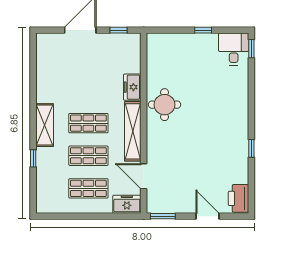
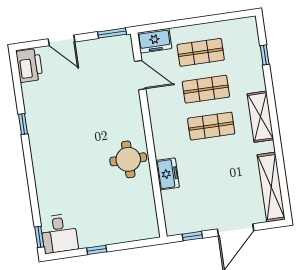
shelving: (133, 131) -> (271, 187), moved
window: (33, 158) -> (265, 55), moved

